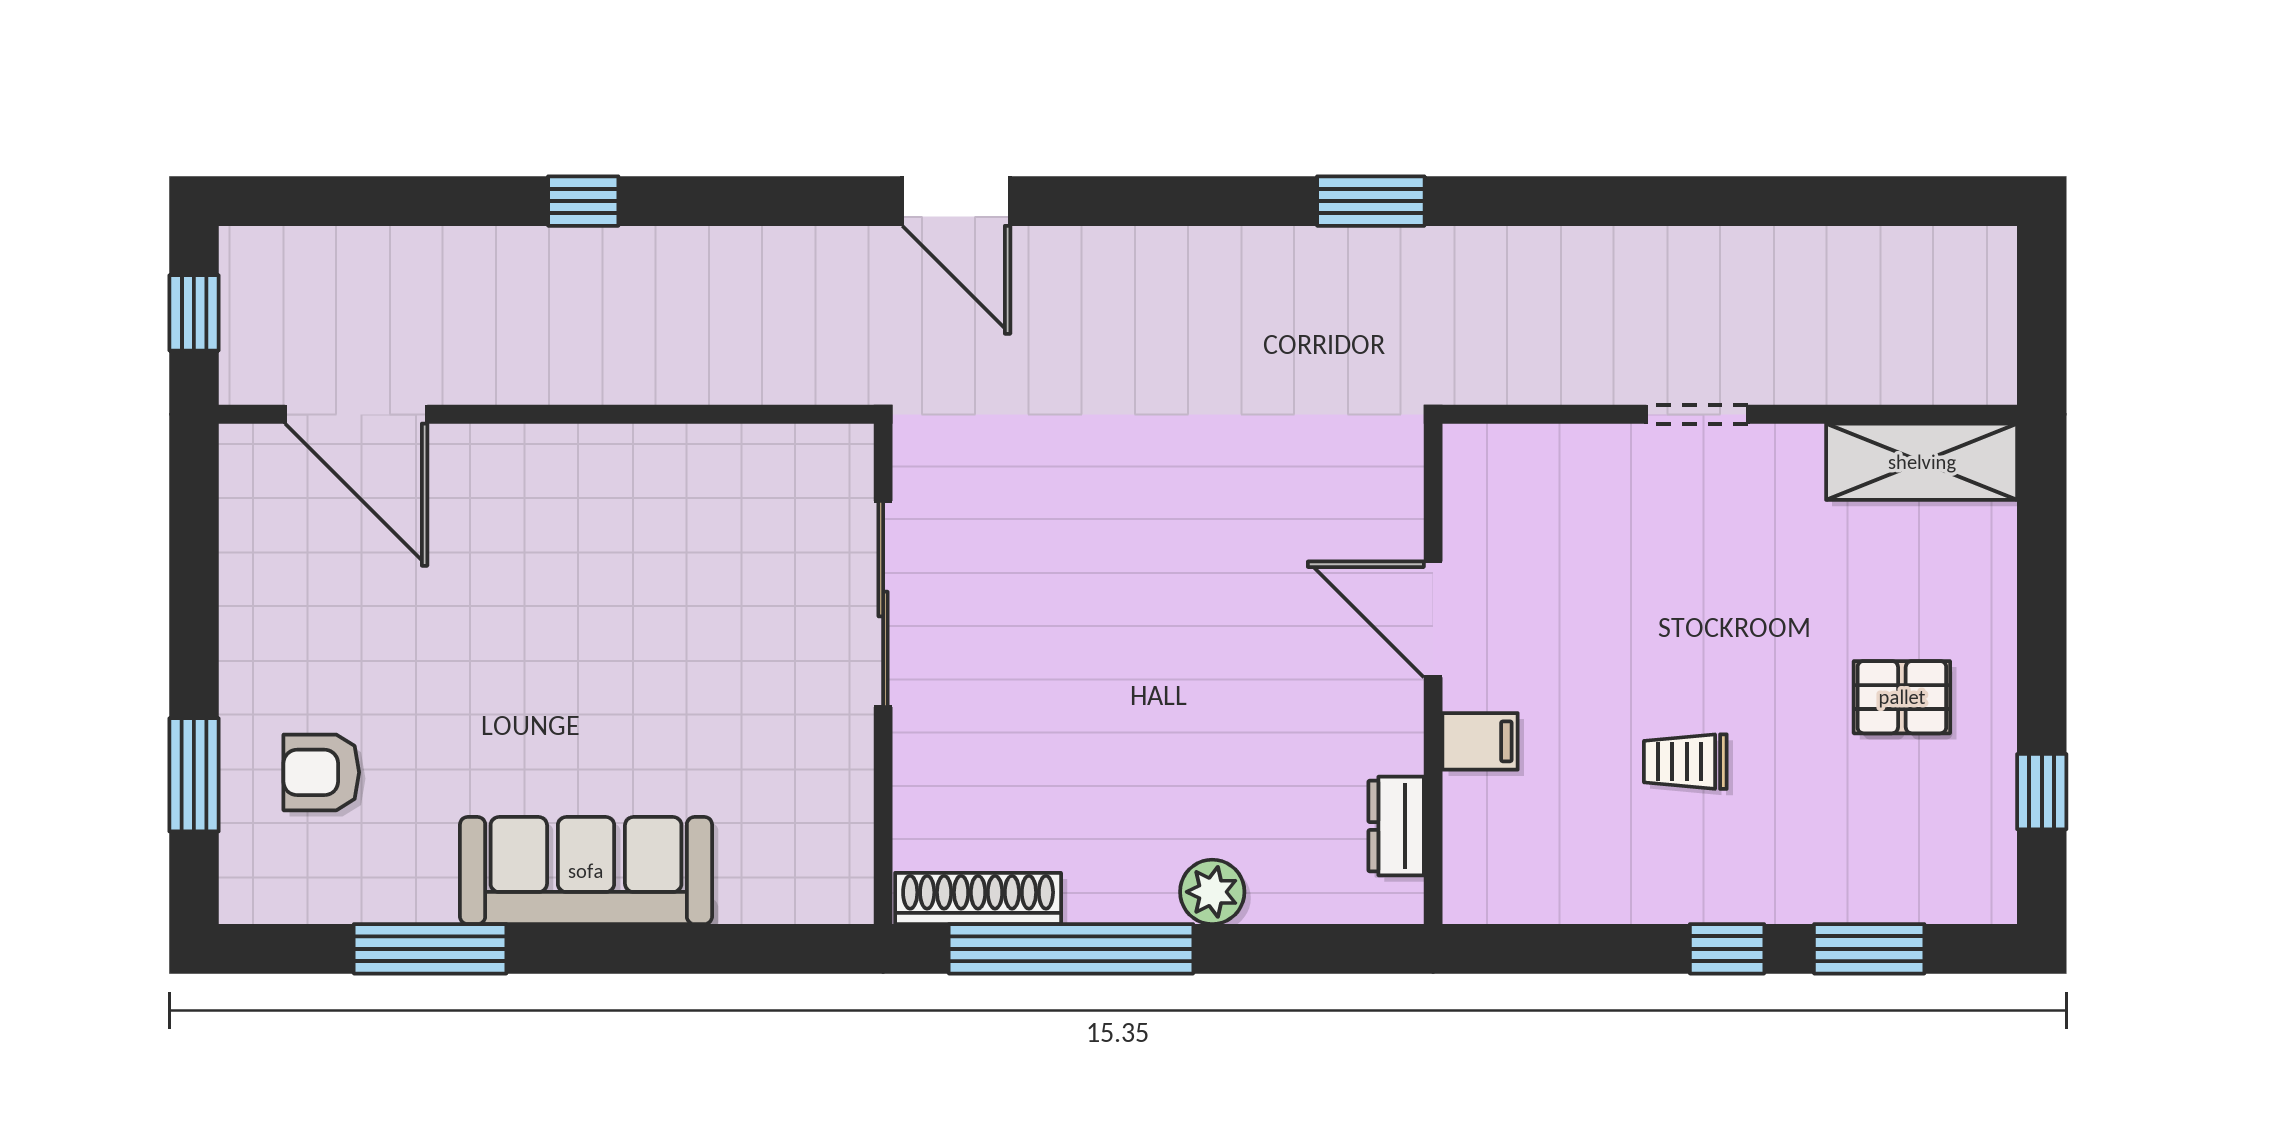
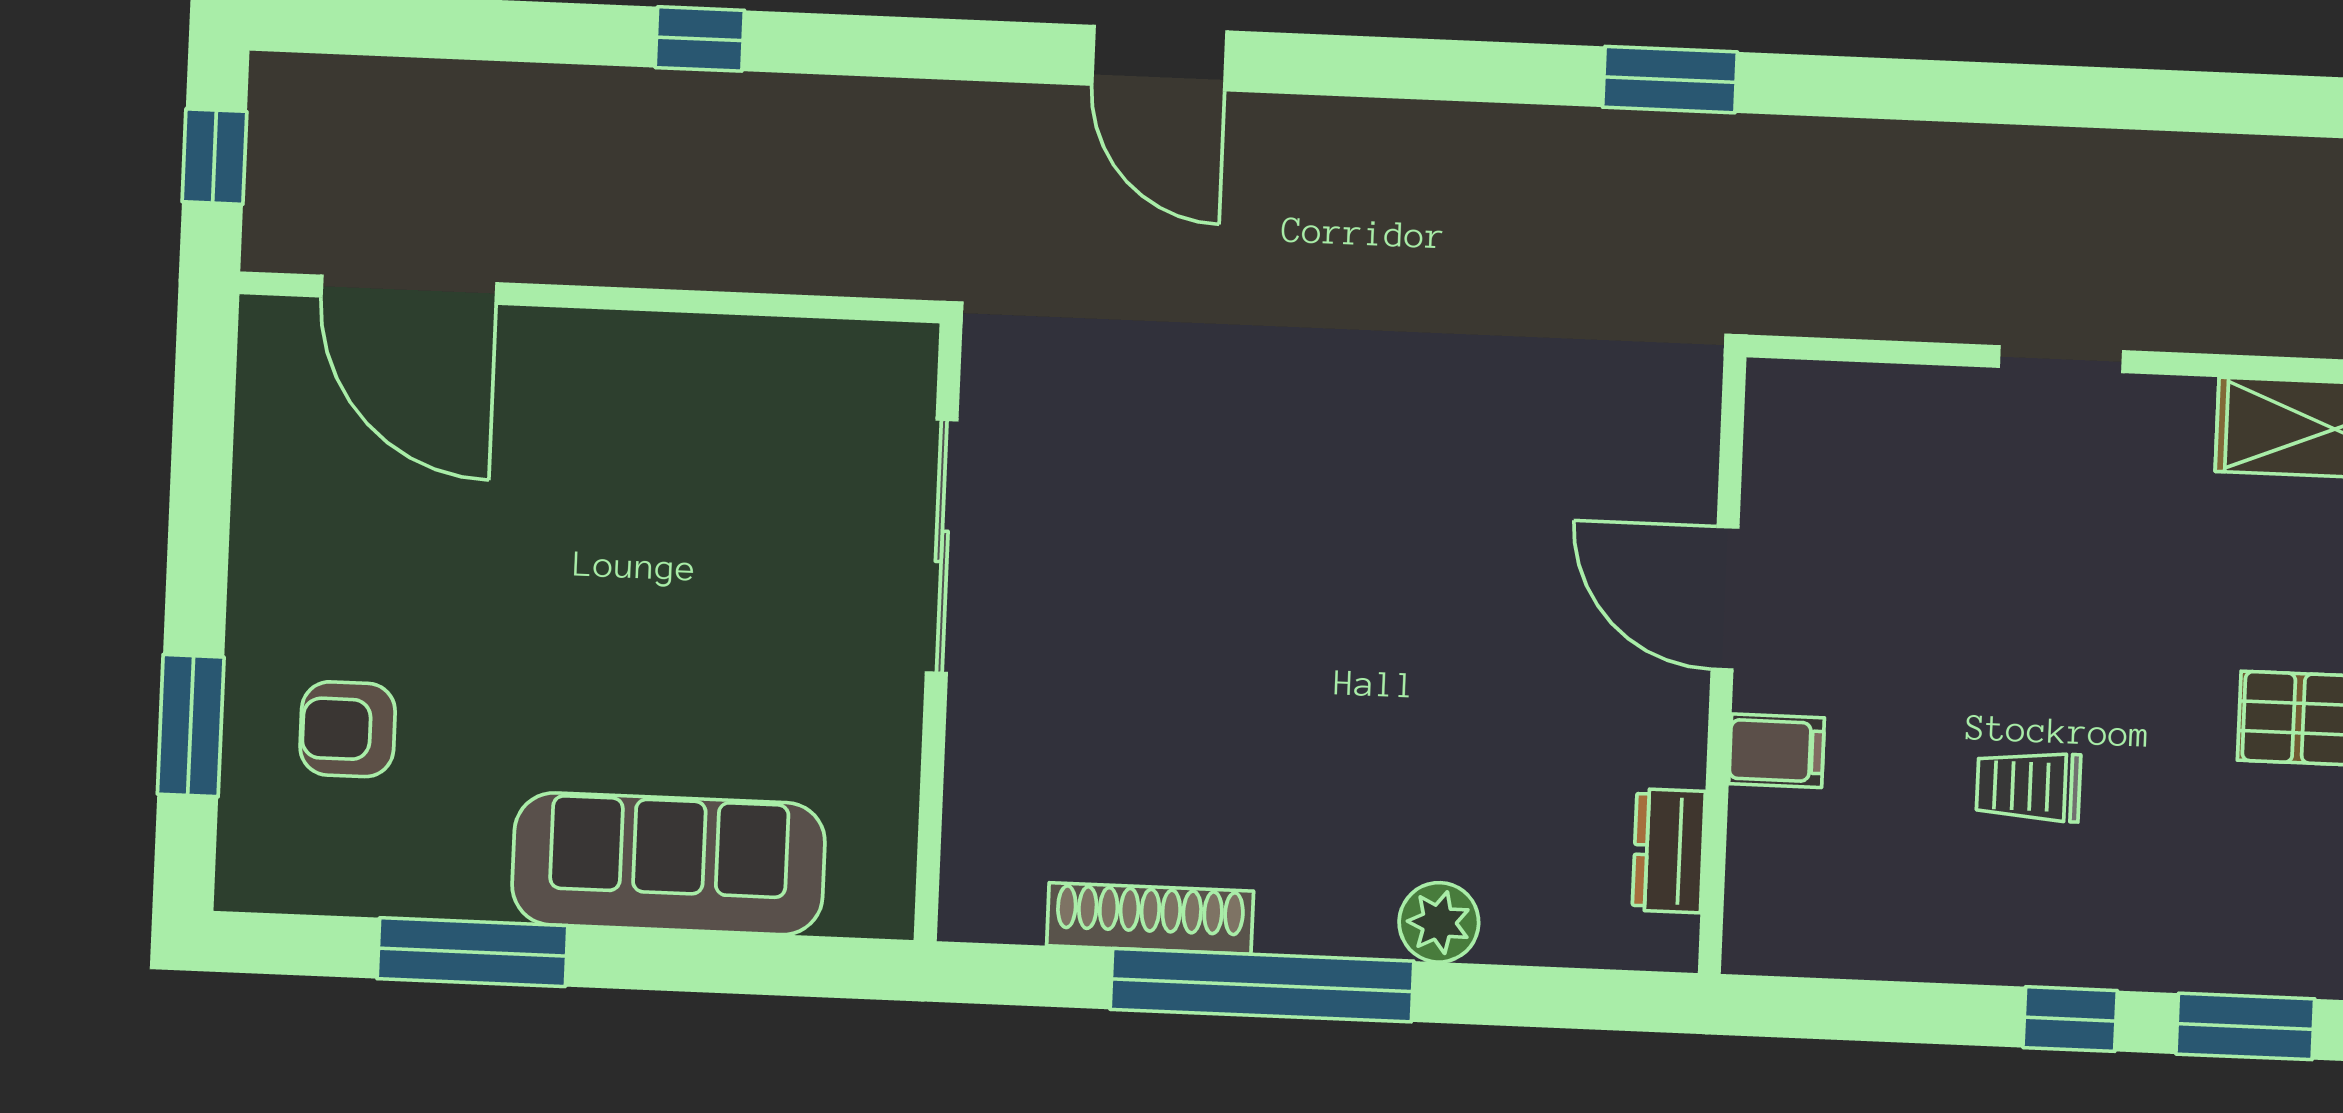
sliding door: (883, 604) -> (942, 546), moved
wall: (883, 674) -> (938, 632), moved

